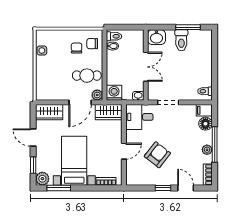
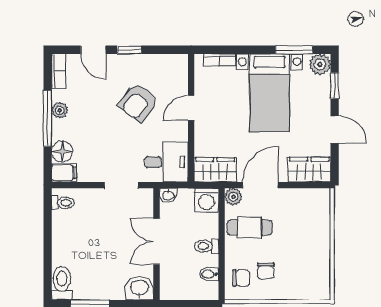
toilet: (114, 36) -> (207, 246), moved
toilet: (181, 40) -> (62, 283), moved
side table: (42, 50) -> (321, 267), removed

